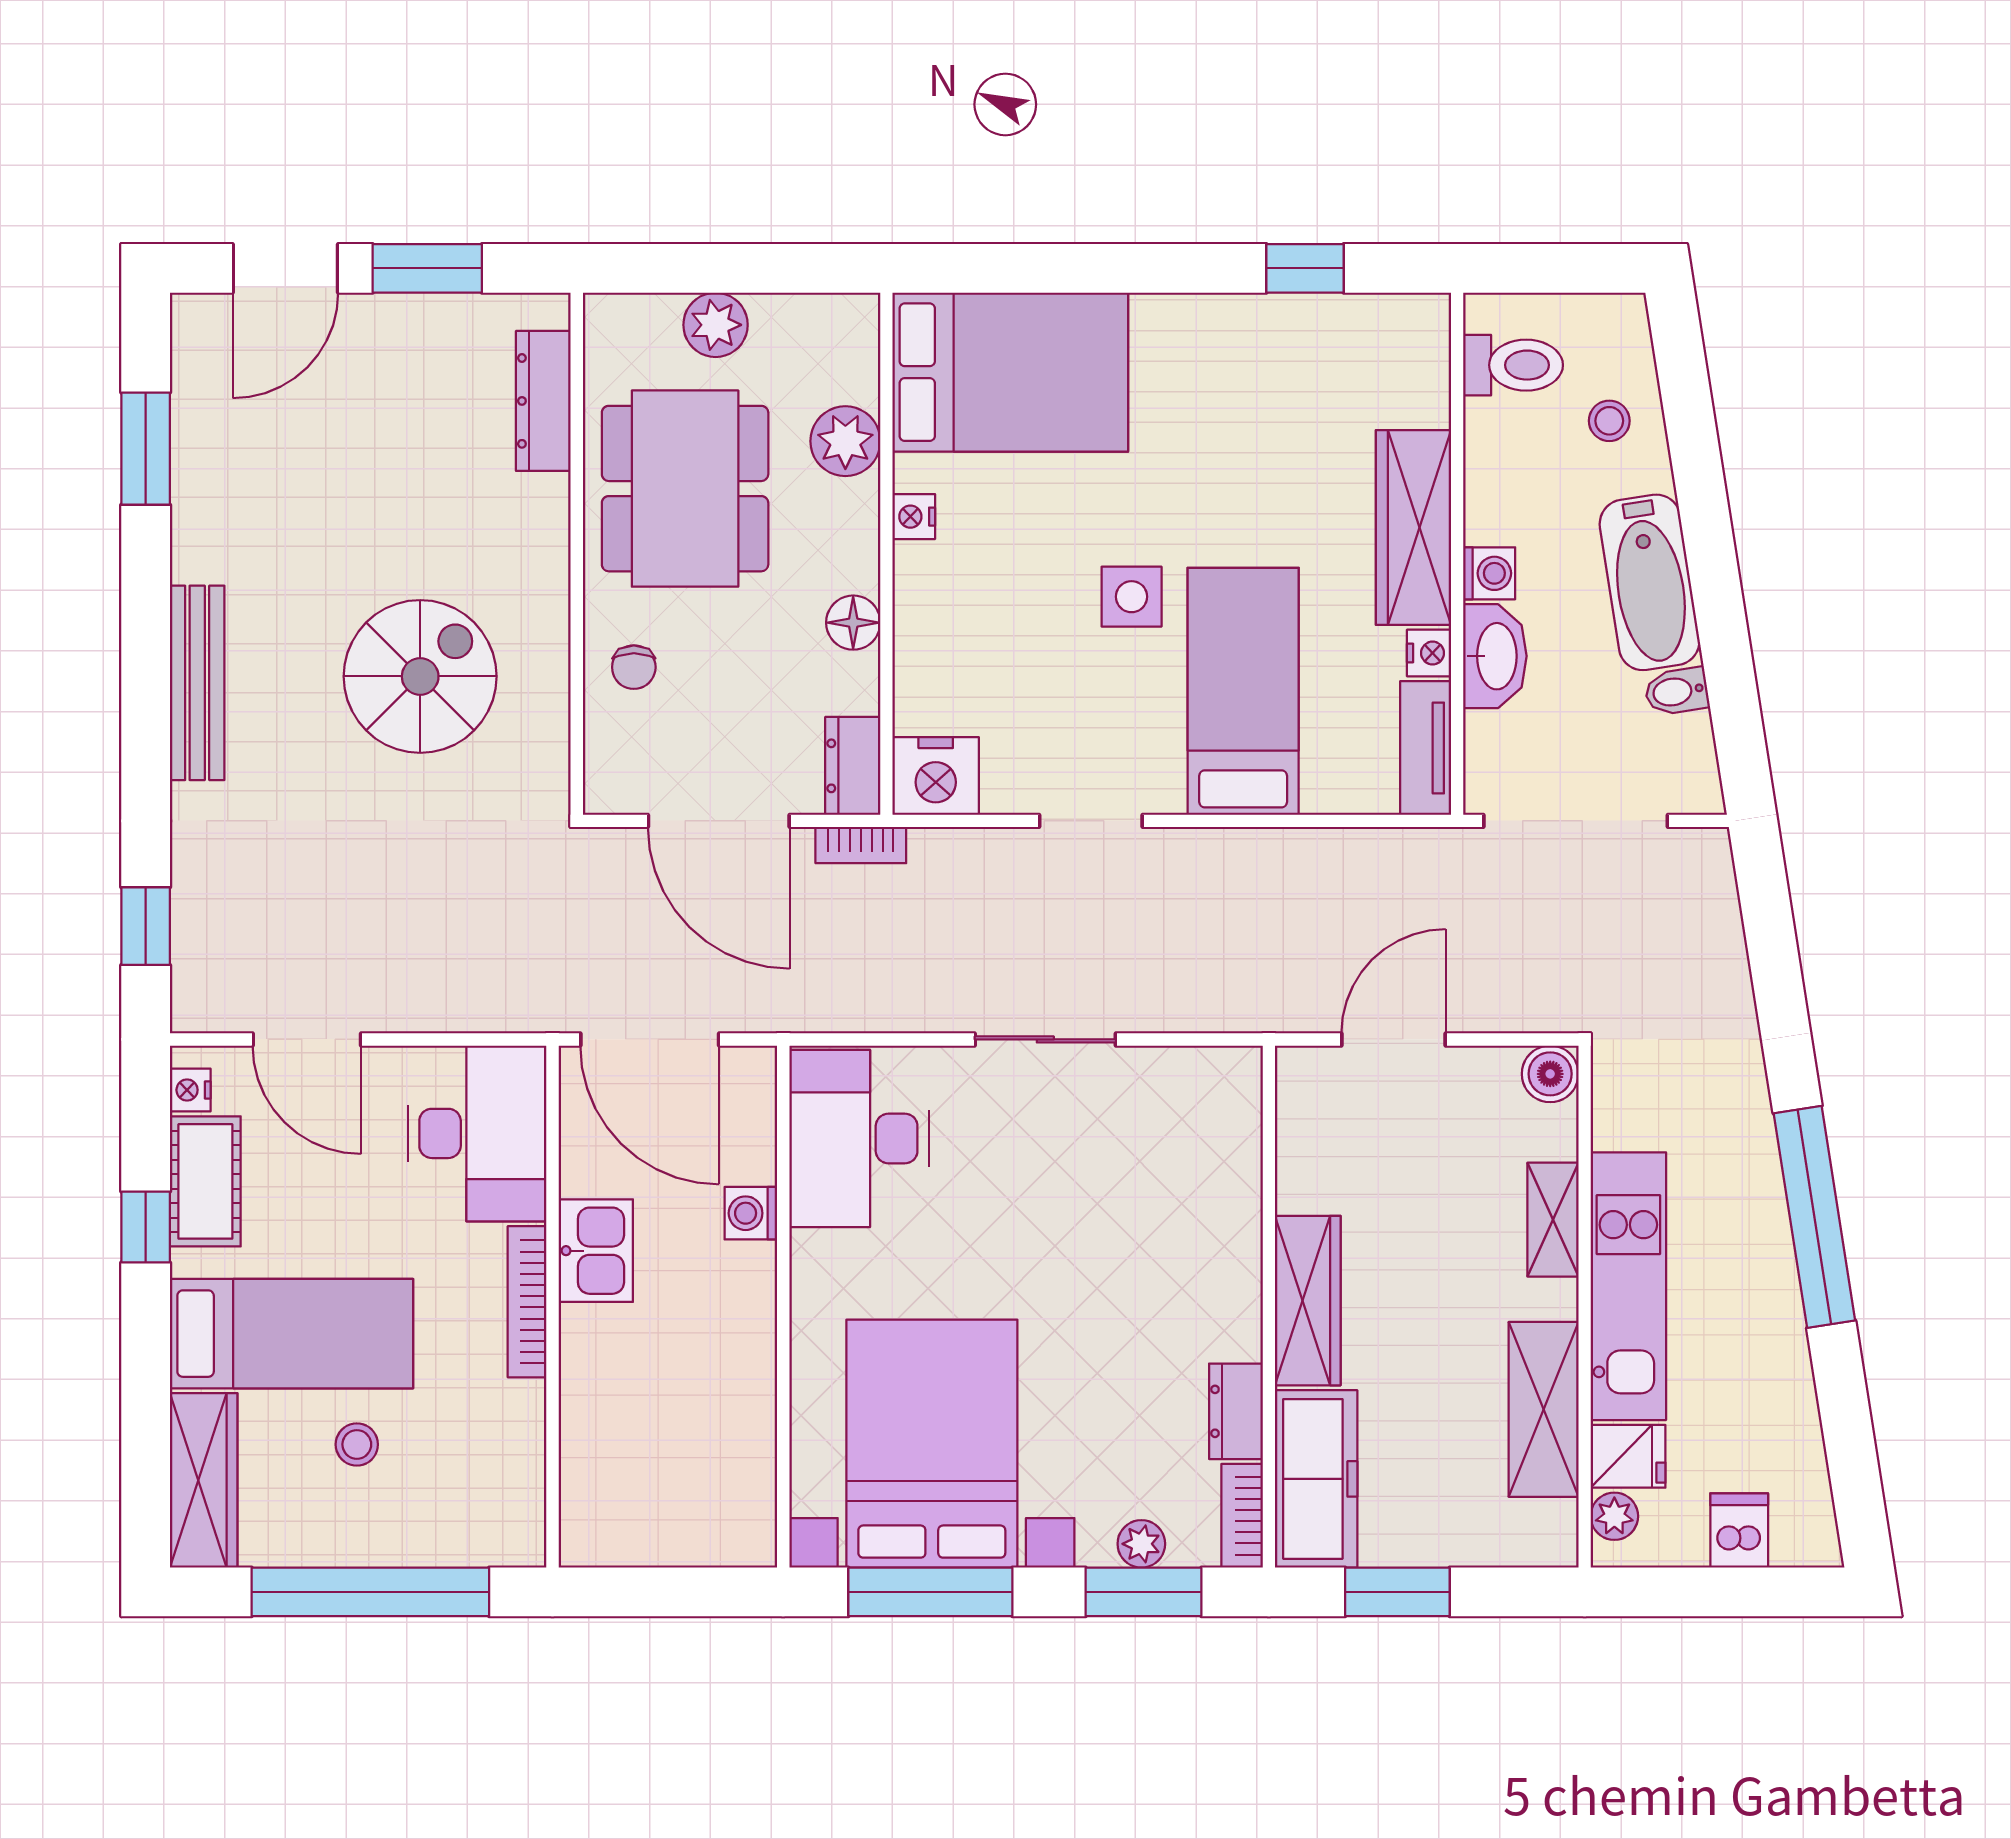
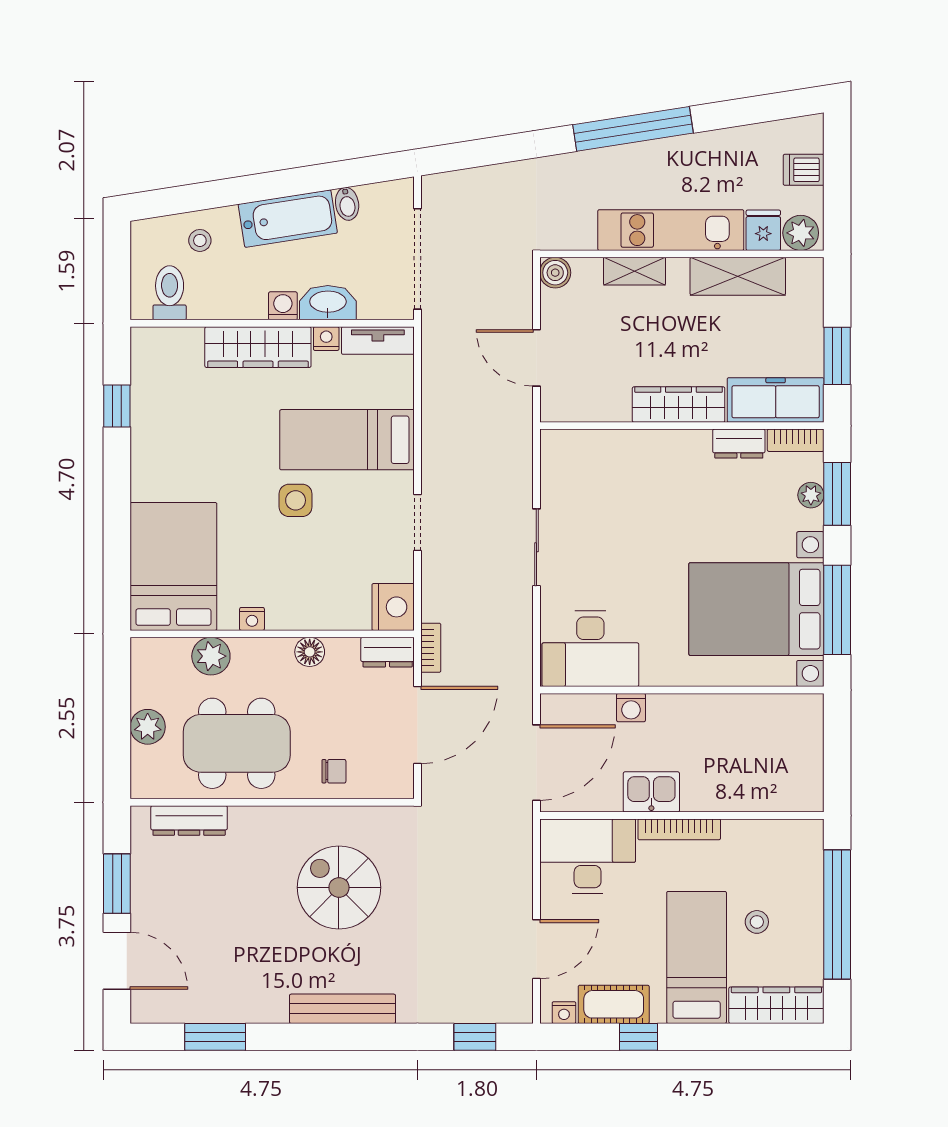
plant: (1614, 1516) -> (801, 233), width x1.38, depth x1.38

